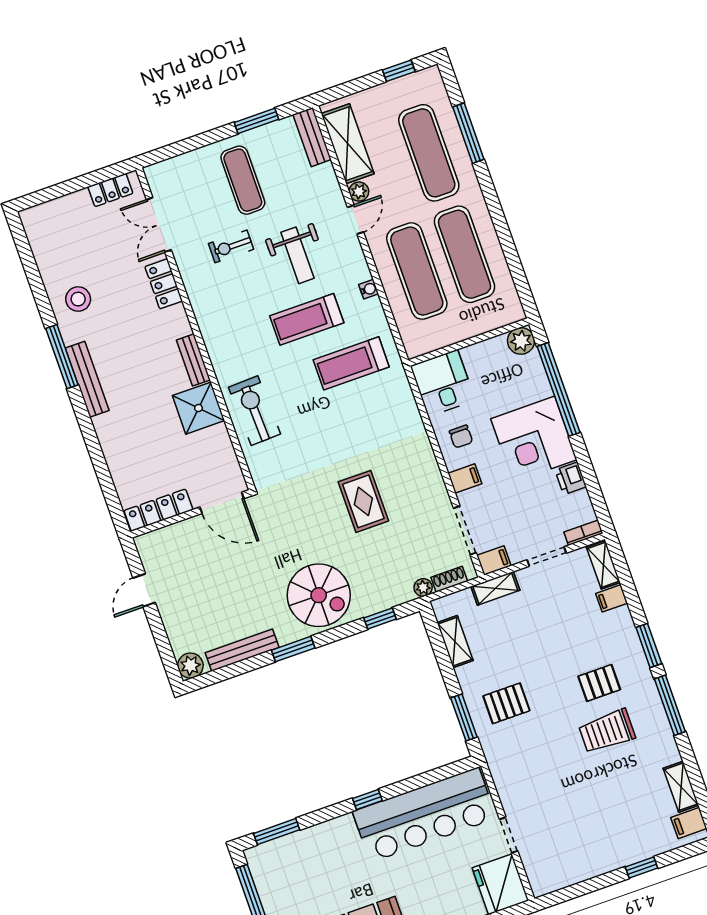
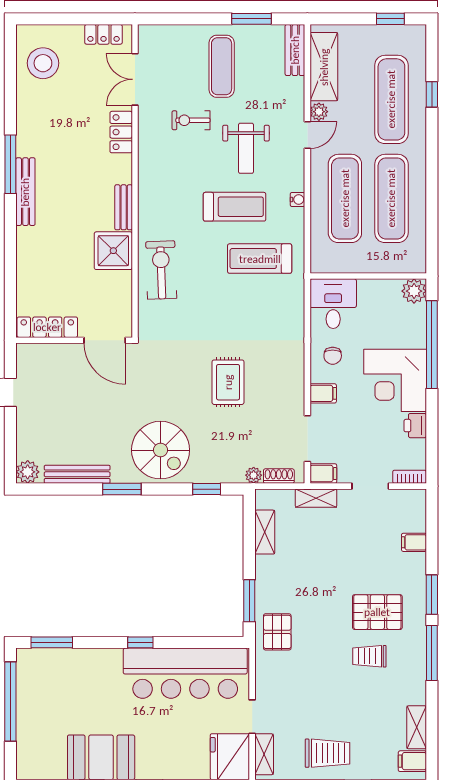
window: (468, 133) -> (432, 94), width x0.46
stool: (78, 299) -> (43, 63), moved, width x1.38, depth x1.38
treadmill: (307, 319) -> (235, 207), turned 180
shelving: (603, 565) -> (264, 754), moved
pallet: (599, 683) -> (377, 612), width x1.50, depth x1.42
pallet: (506, 703) -> (277, 632), moved, turned 90
trolley: (607, 731) -> (369, 656), width x0.73, depth x0.72
trolley: (599, 845) -> (327, 753), added

